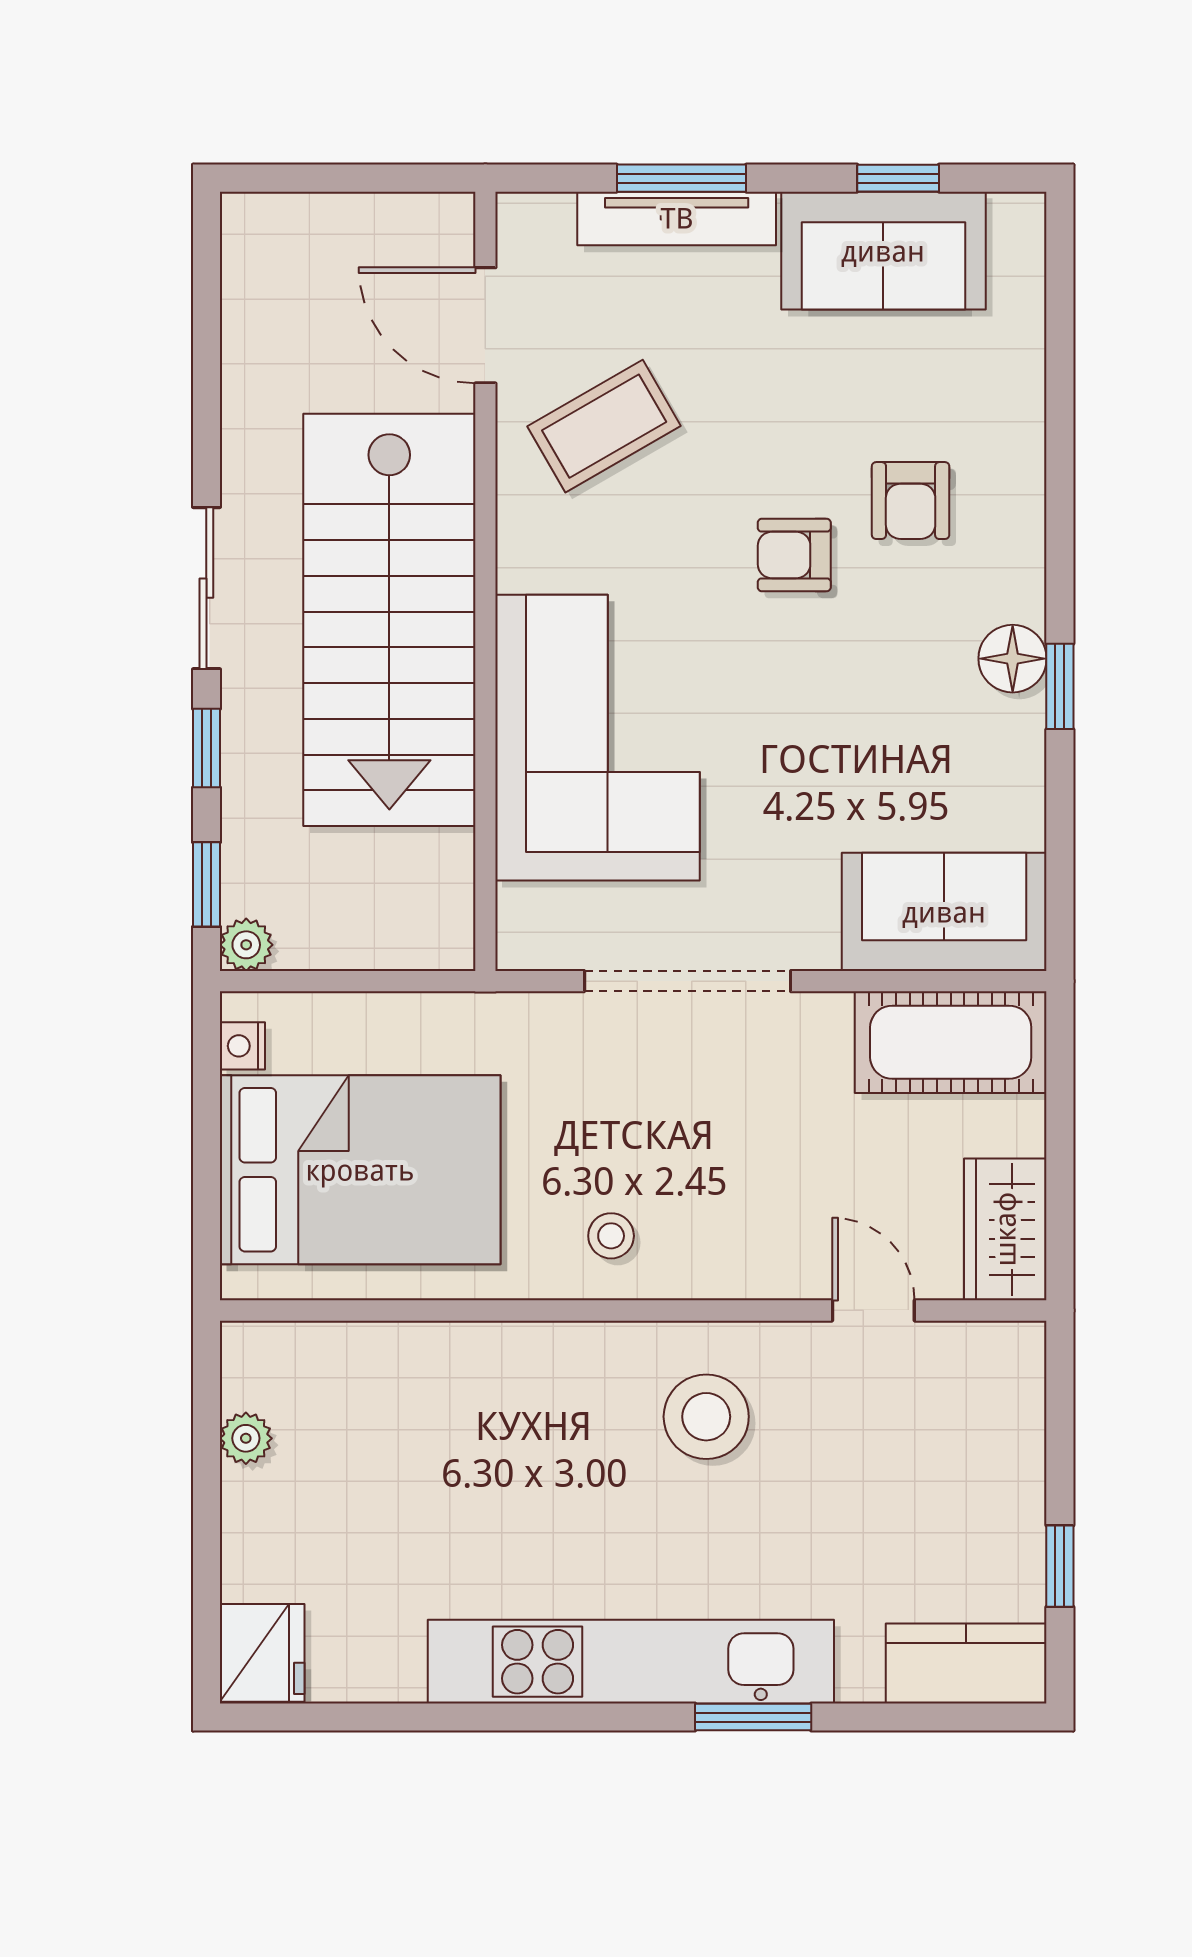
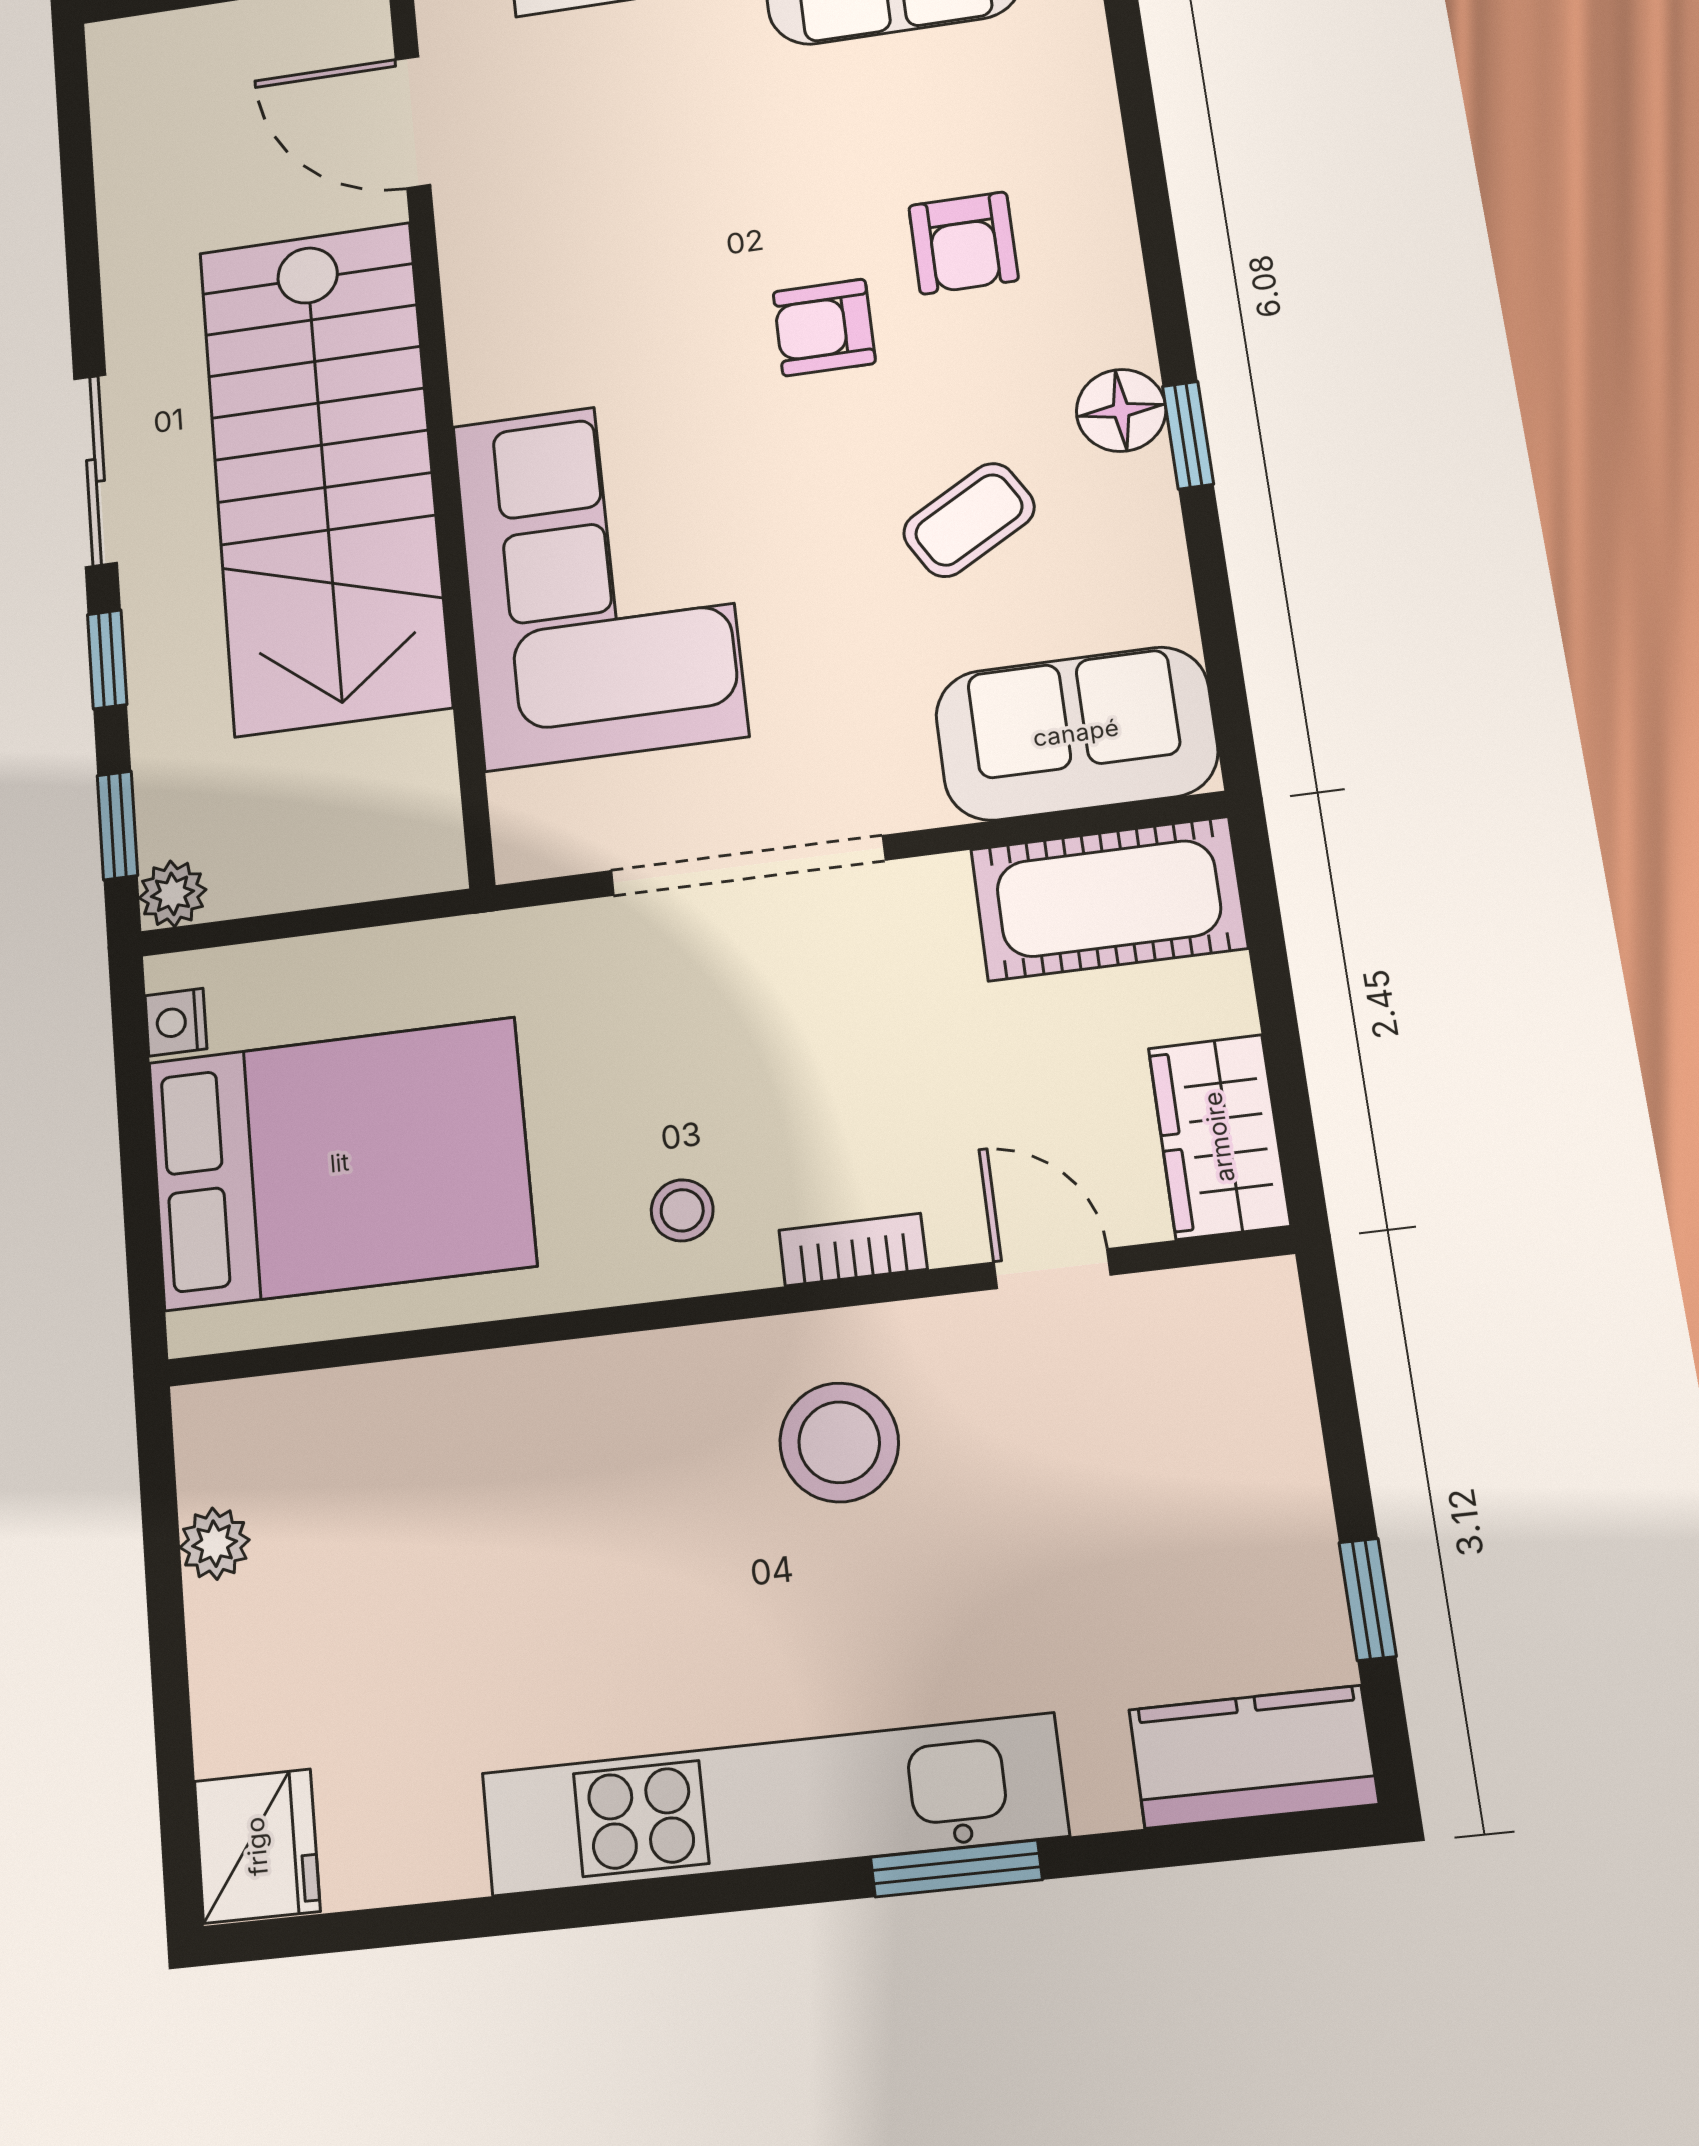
coffee table: (604, 426) -> (969, 520), moved, width x0.73, depth x0.77
bookcase: (732, 1280) -> (853, 1250), added

